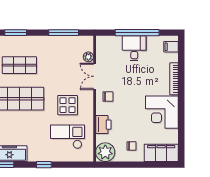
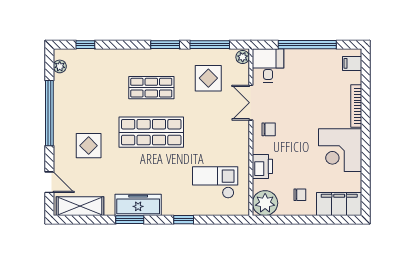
window: (16, 33) -> (165, 45), moved
desk: (134, 48) -> (268, 65), moved
plant: (88, 57) -> (243, 57), moved
display table: (68, 105) -> (208, 78), moved

